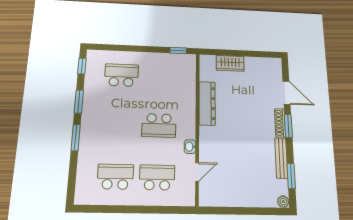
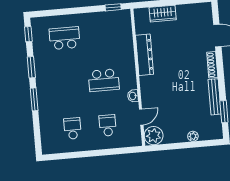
window: (288, 126) -> (220, 67), removed
school desk: (115, 177) -> (73, 128), width x0.54
school desk: (157, 177) -> (108, 125), width x0.54
plant: (209, 195) -> (154, 136), added
plant: (283, 202) -> (193, 136), moved

